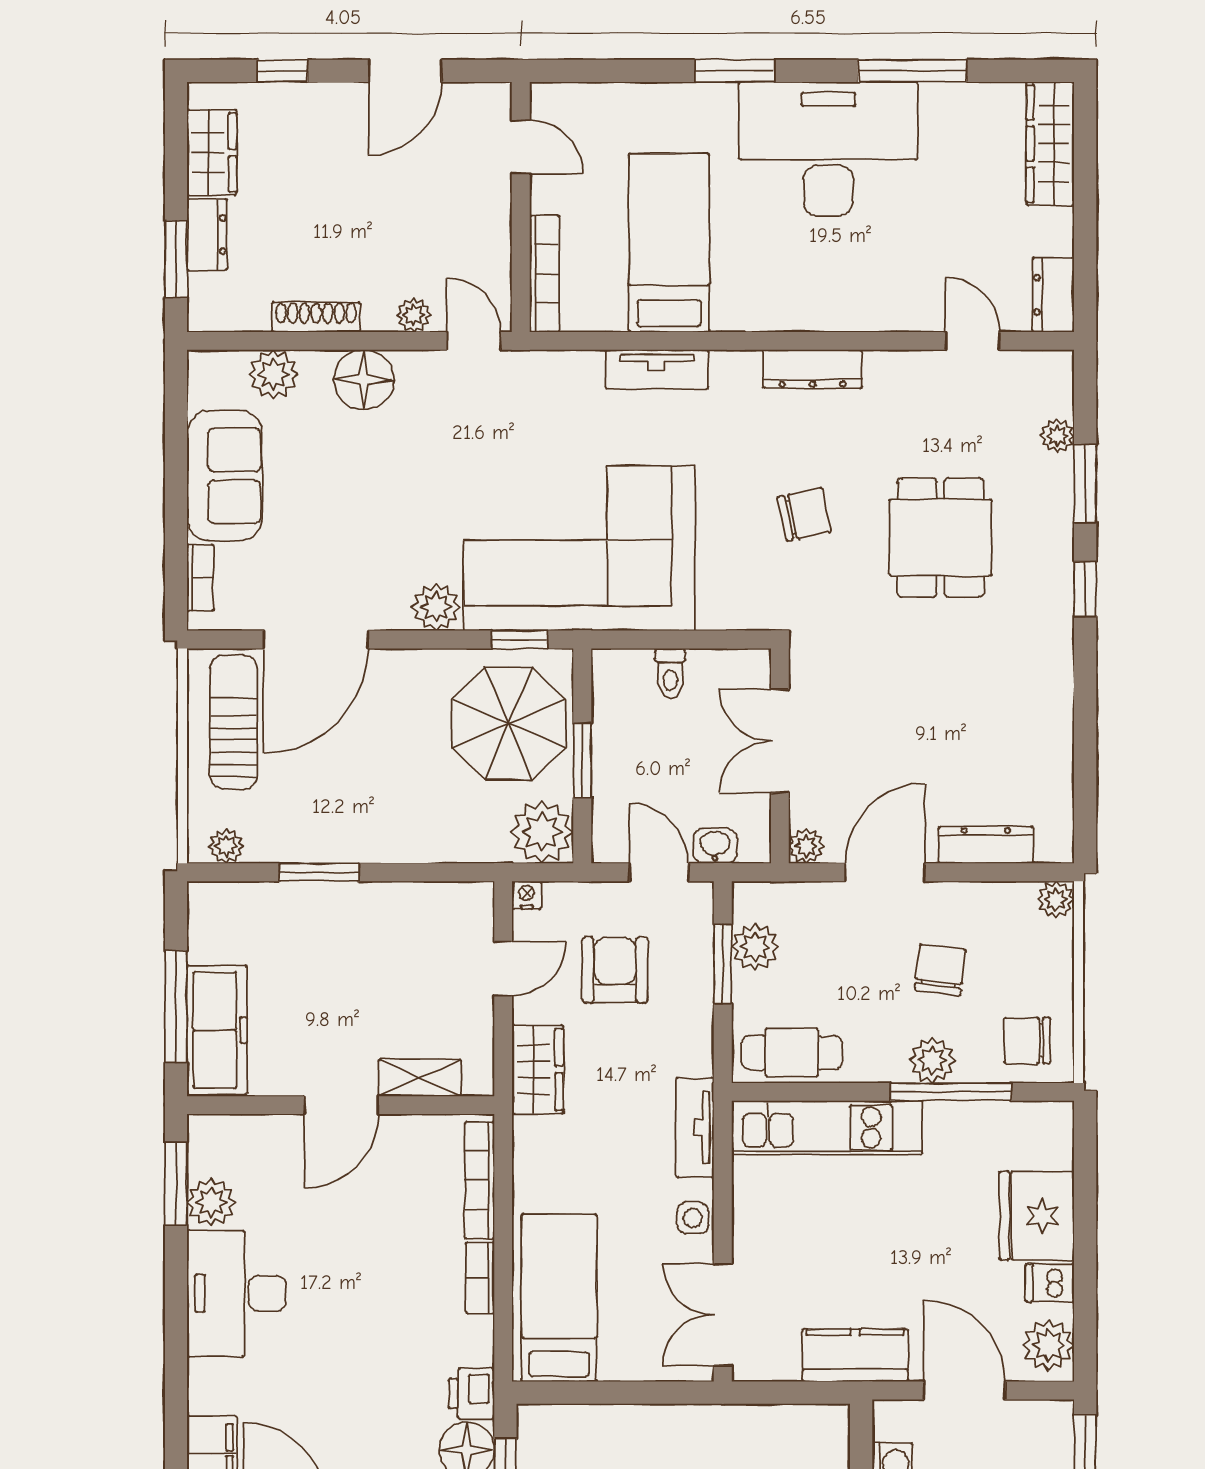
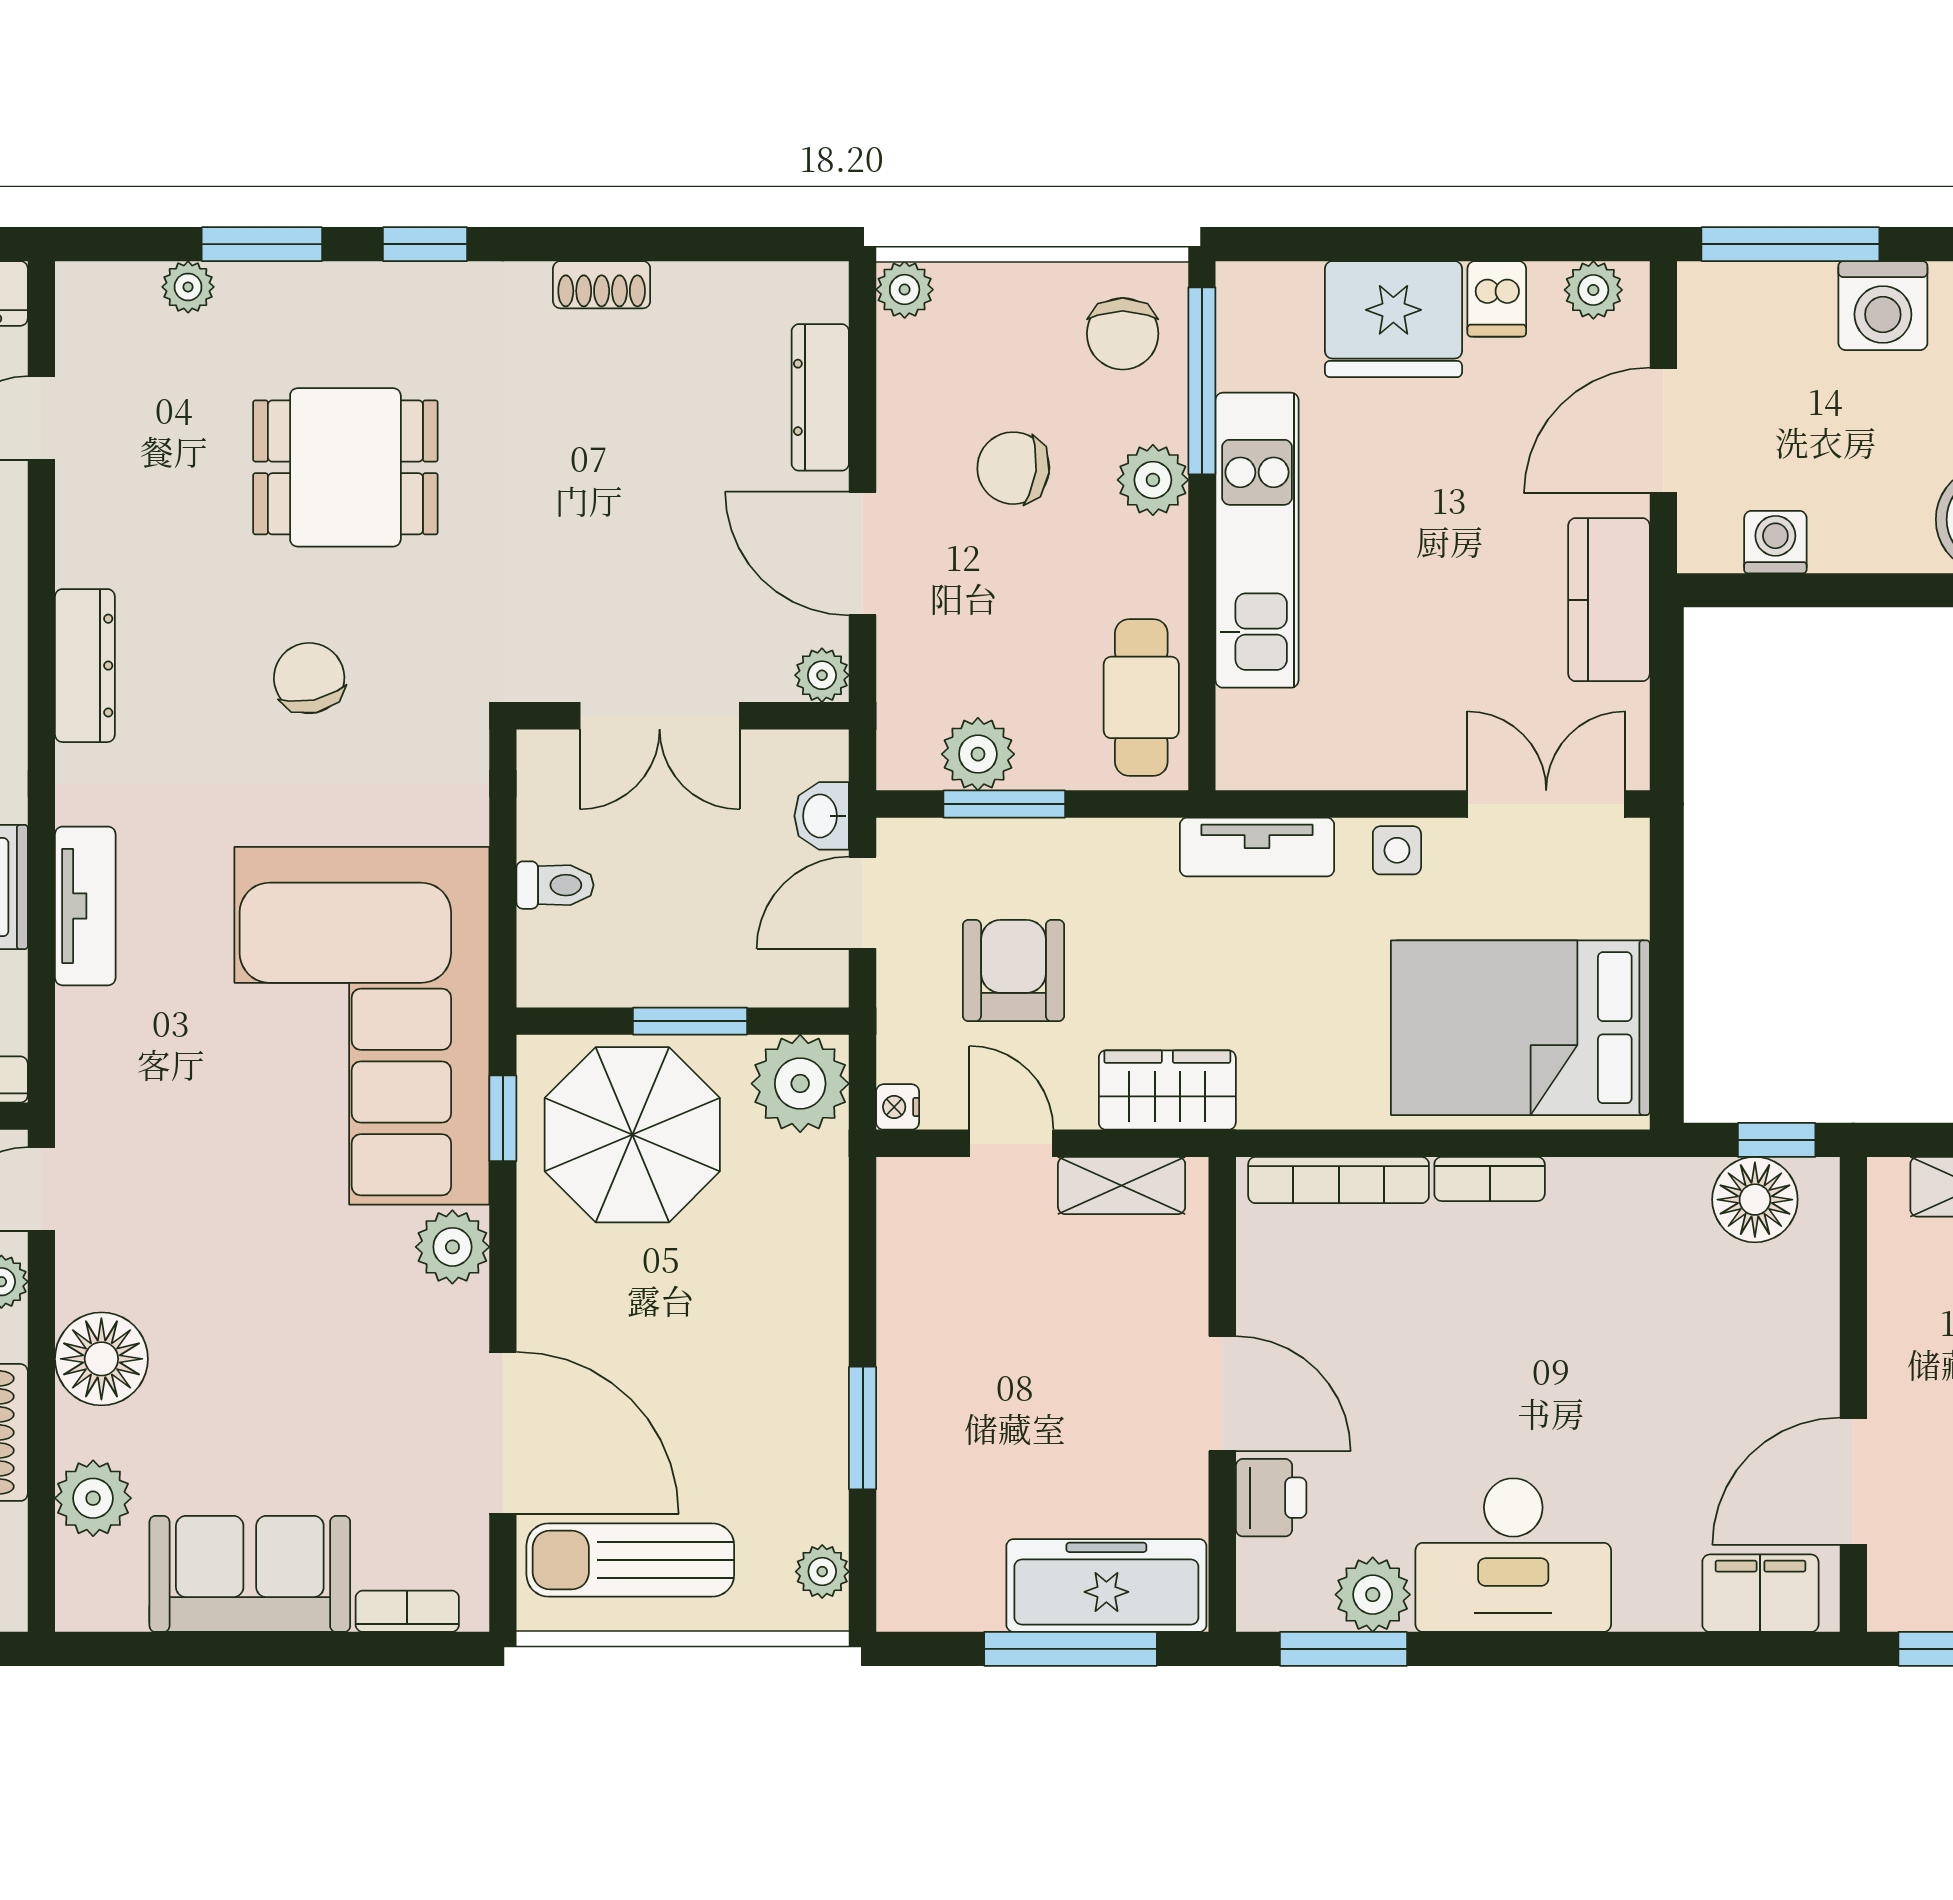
shoe rack: (1059, 703) -> (602, 285), added
armchair: (615, 970) -> (1013, 971), turned 90
shelving: (420, 1078) -> (1122, 1186), moved, turned 90
window: (951, 1092) -> (1202, 381), moved
kitchen unit: (827, 1128) -> (1257, 540), moved
bed: (559, 1298) -> (1520, 1028), width x1.50
double door: (723, 1315) -> (1546, 804), swing flipped
plant: (1048, 1345) -> (1593, 290), width x0.73, depth x0.73
printer: (472, 1394) -> (1271, 1498), moved, turned -90

